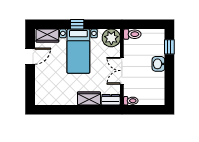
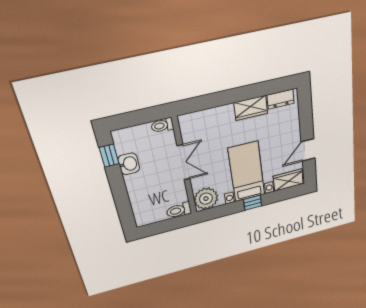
window: (169, 47) -> (109, 156), moved
washbasin: (158, 64) -> (129, 164), moved
wardrobe: (89, 98) -> (251, 108), moved
dresser: (111, 100) -> (281, 99), moved

